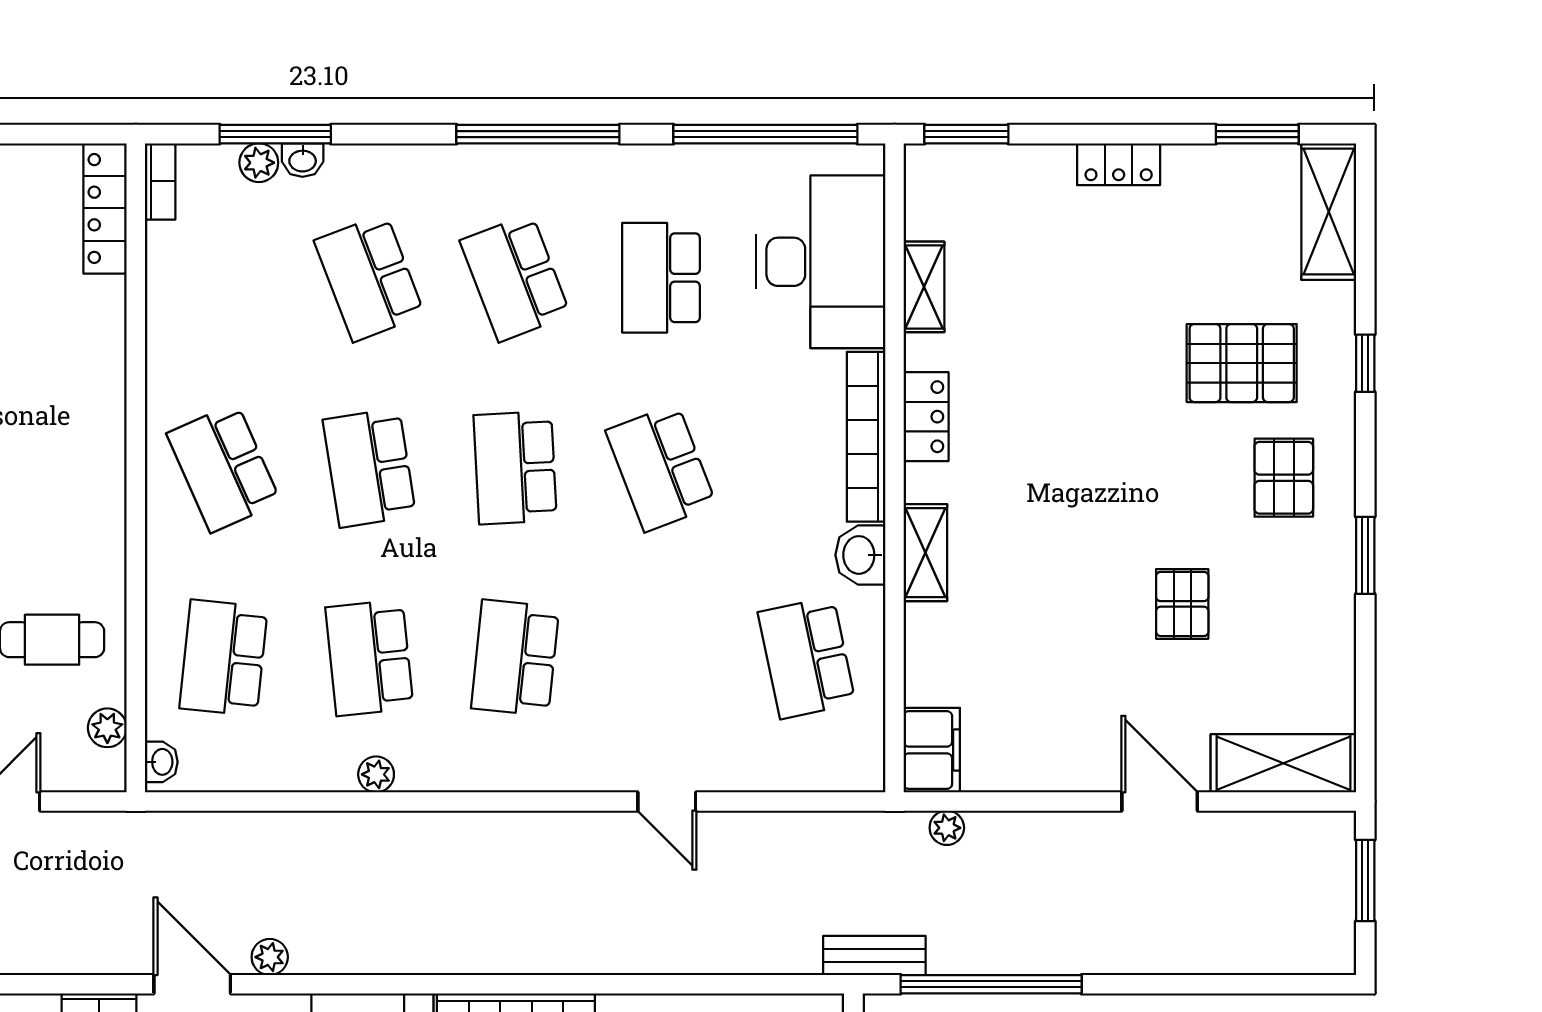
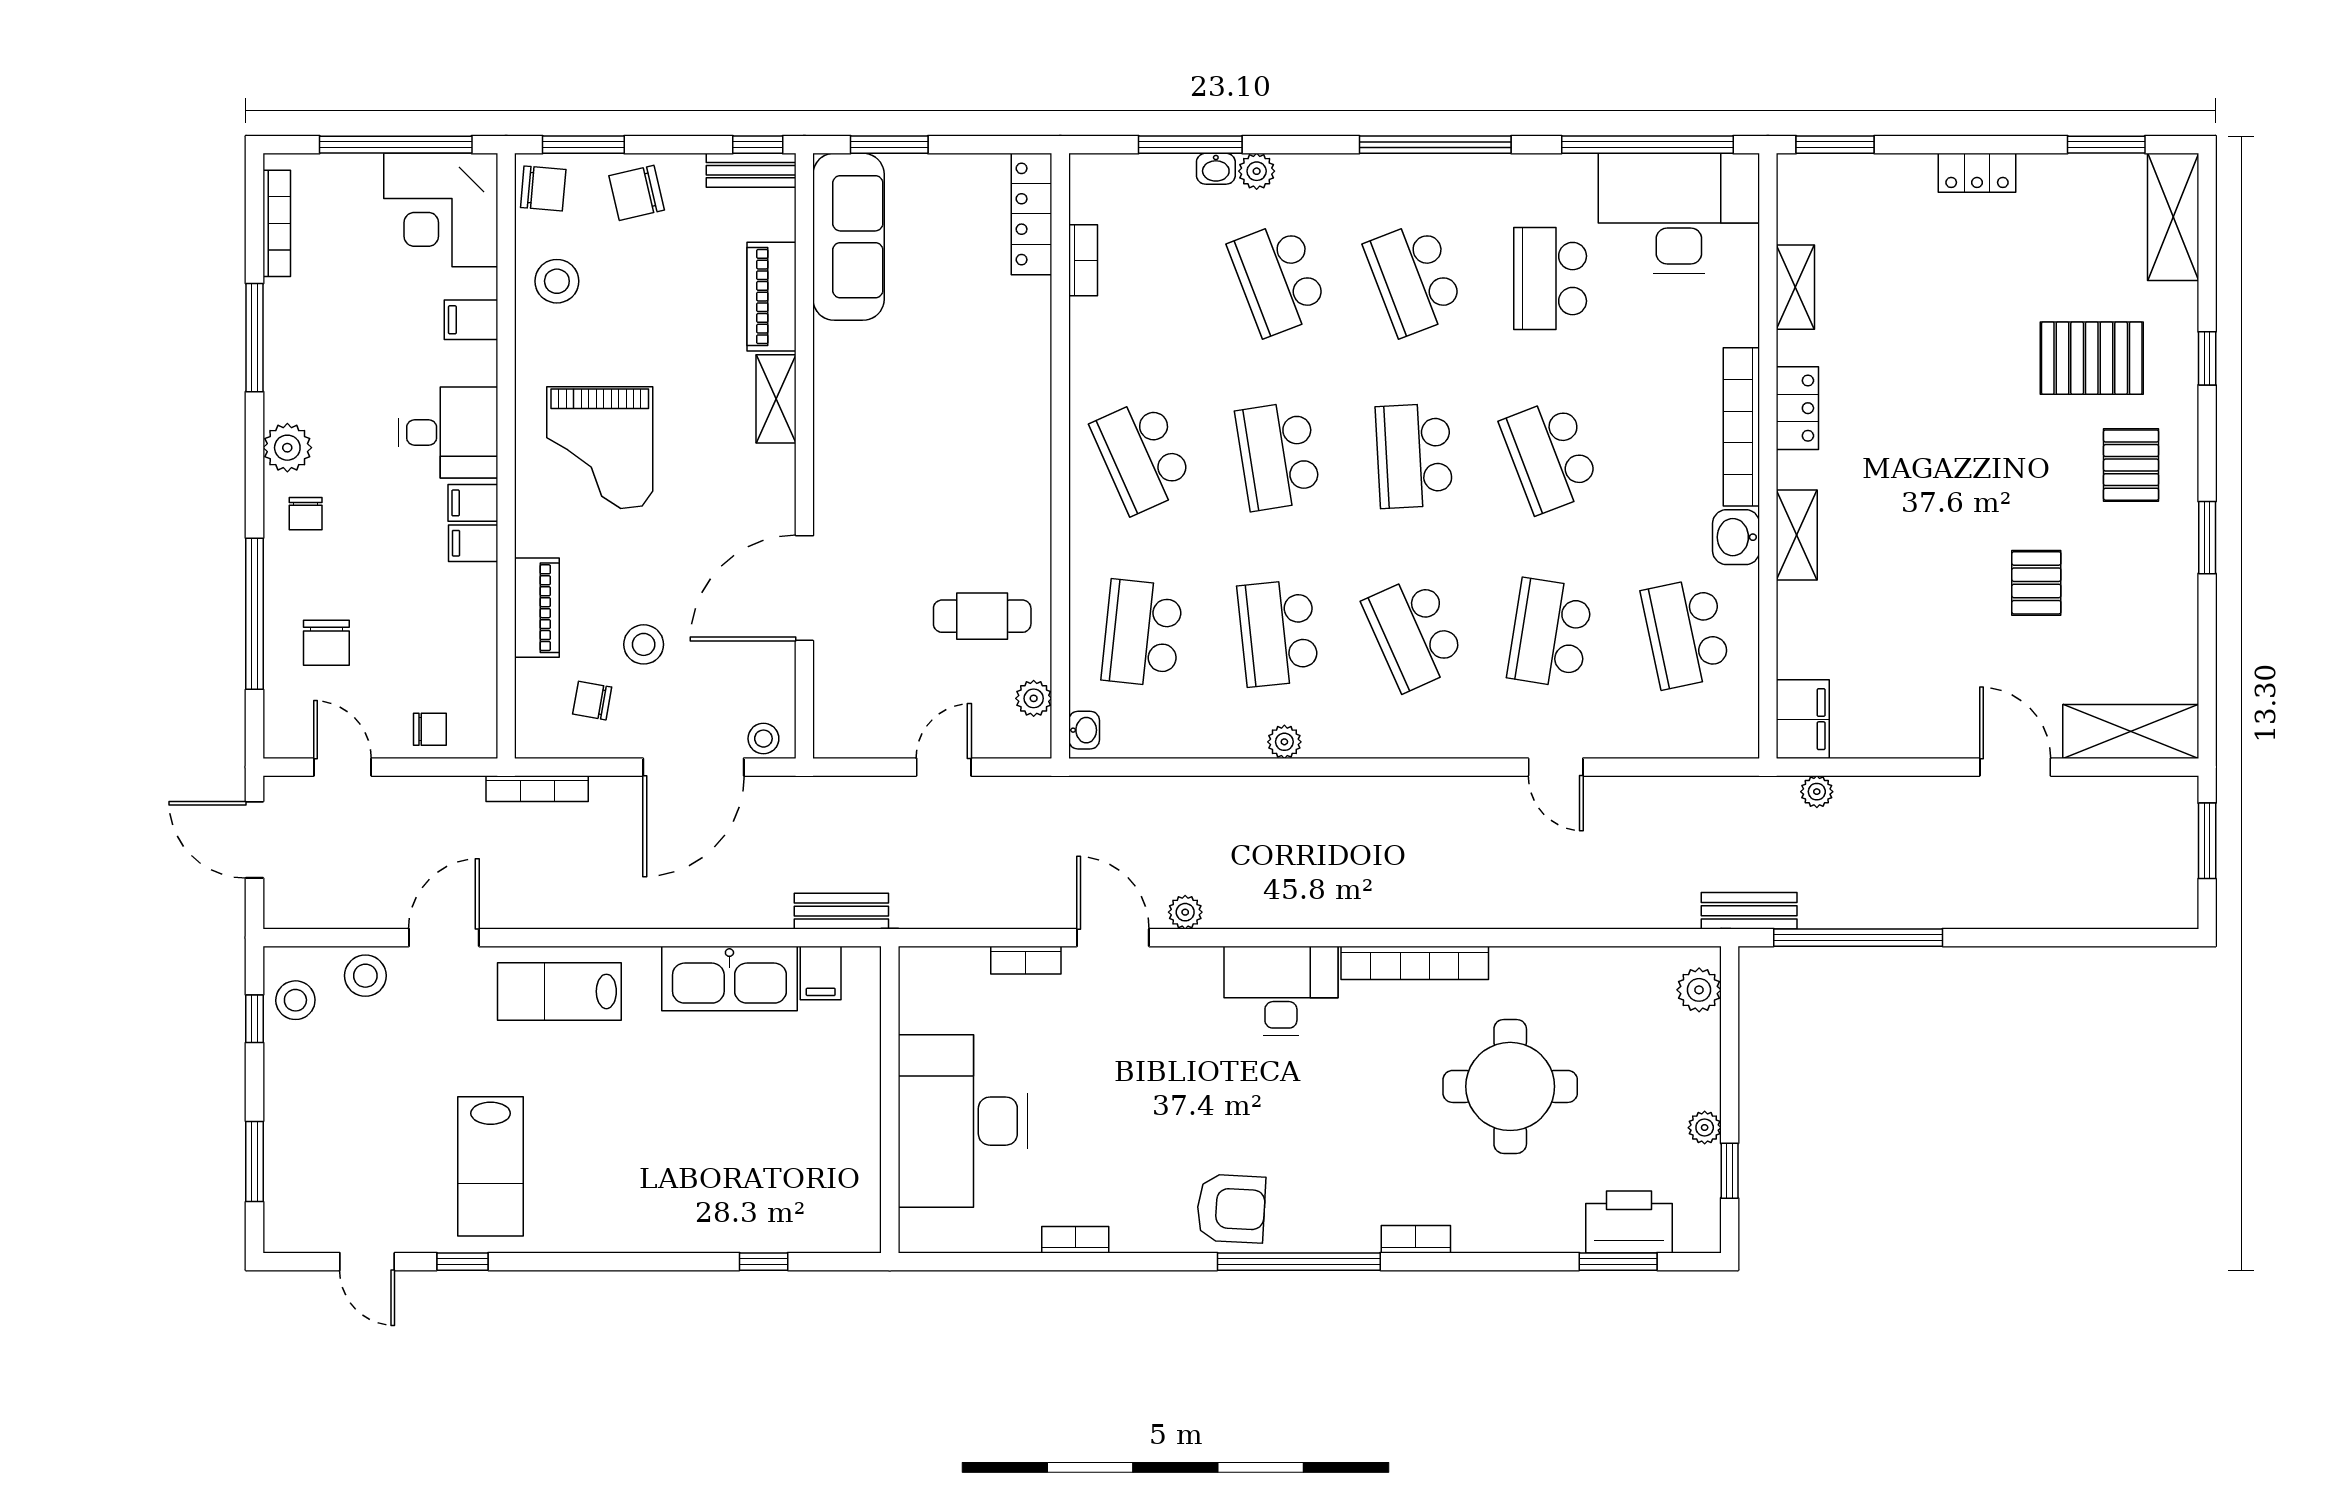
plant: (259, 163) -> (1257, 171), moved
bookcase: (160, 181) -> (1083, 260), moved
desk: (821, 262) -> (1679, 213), moved, turned -90
school desk: (515, 658) -> (1414, 633), turned -30
school desk: (661, 658) -> (1550, 633), added

